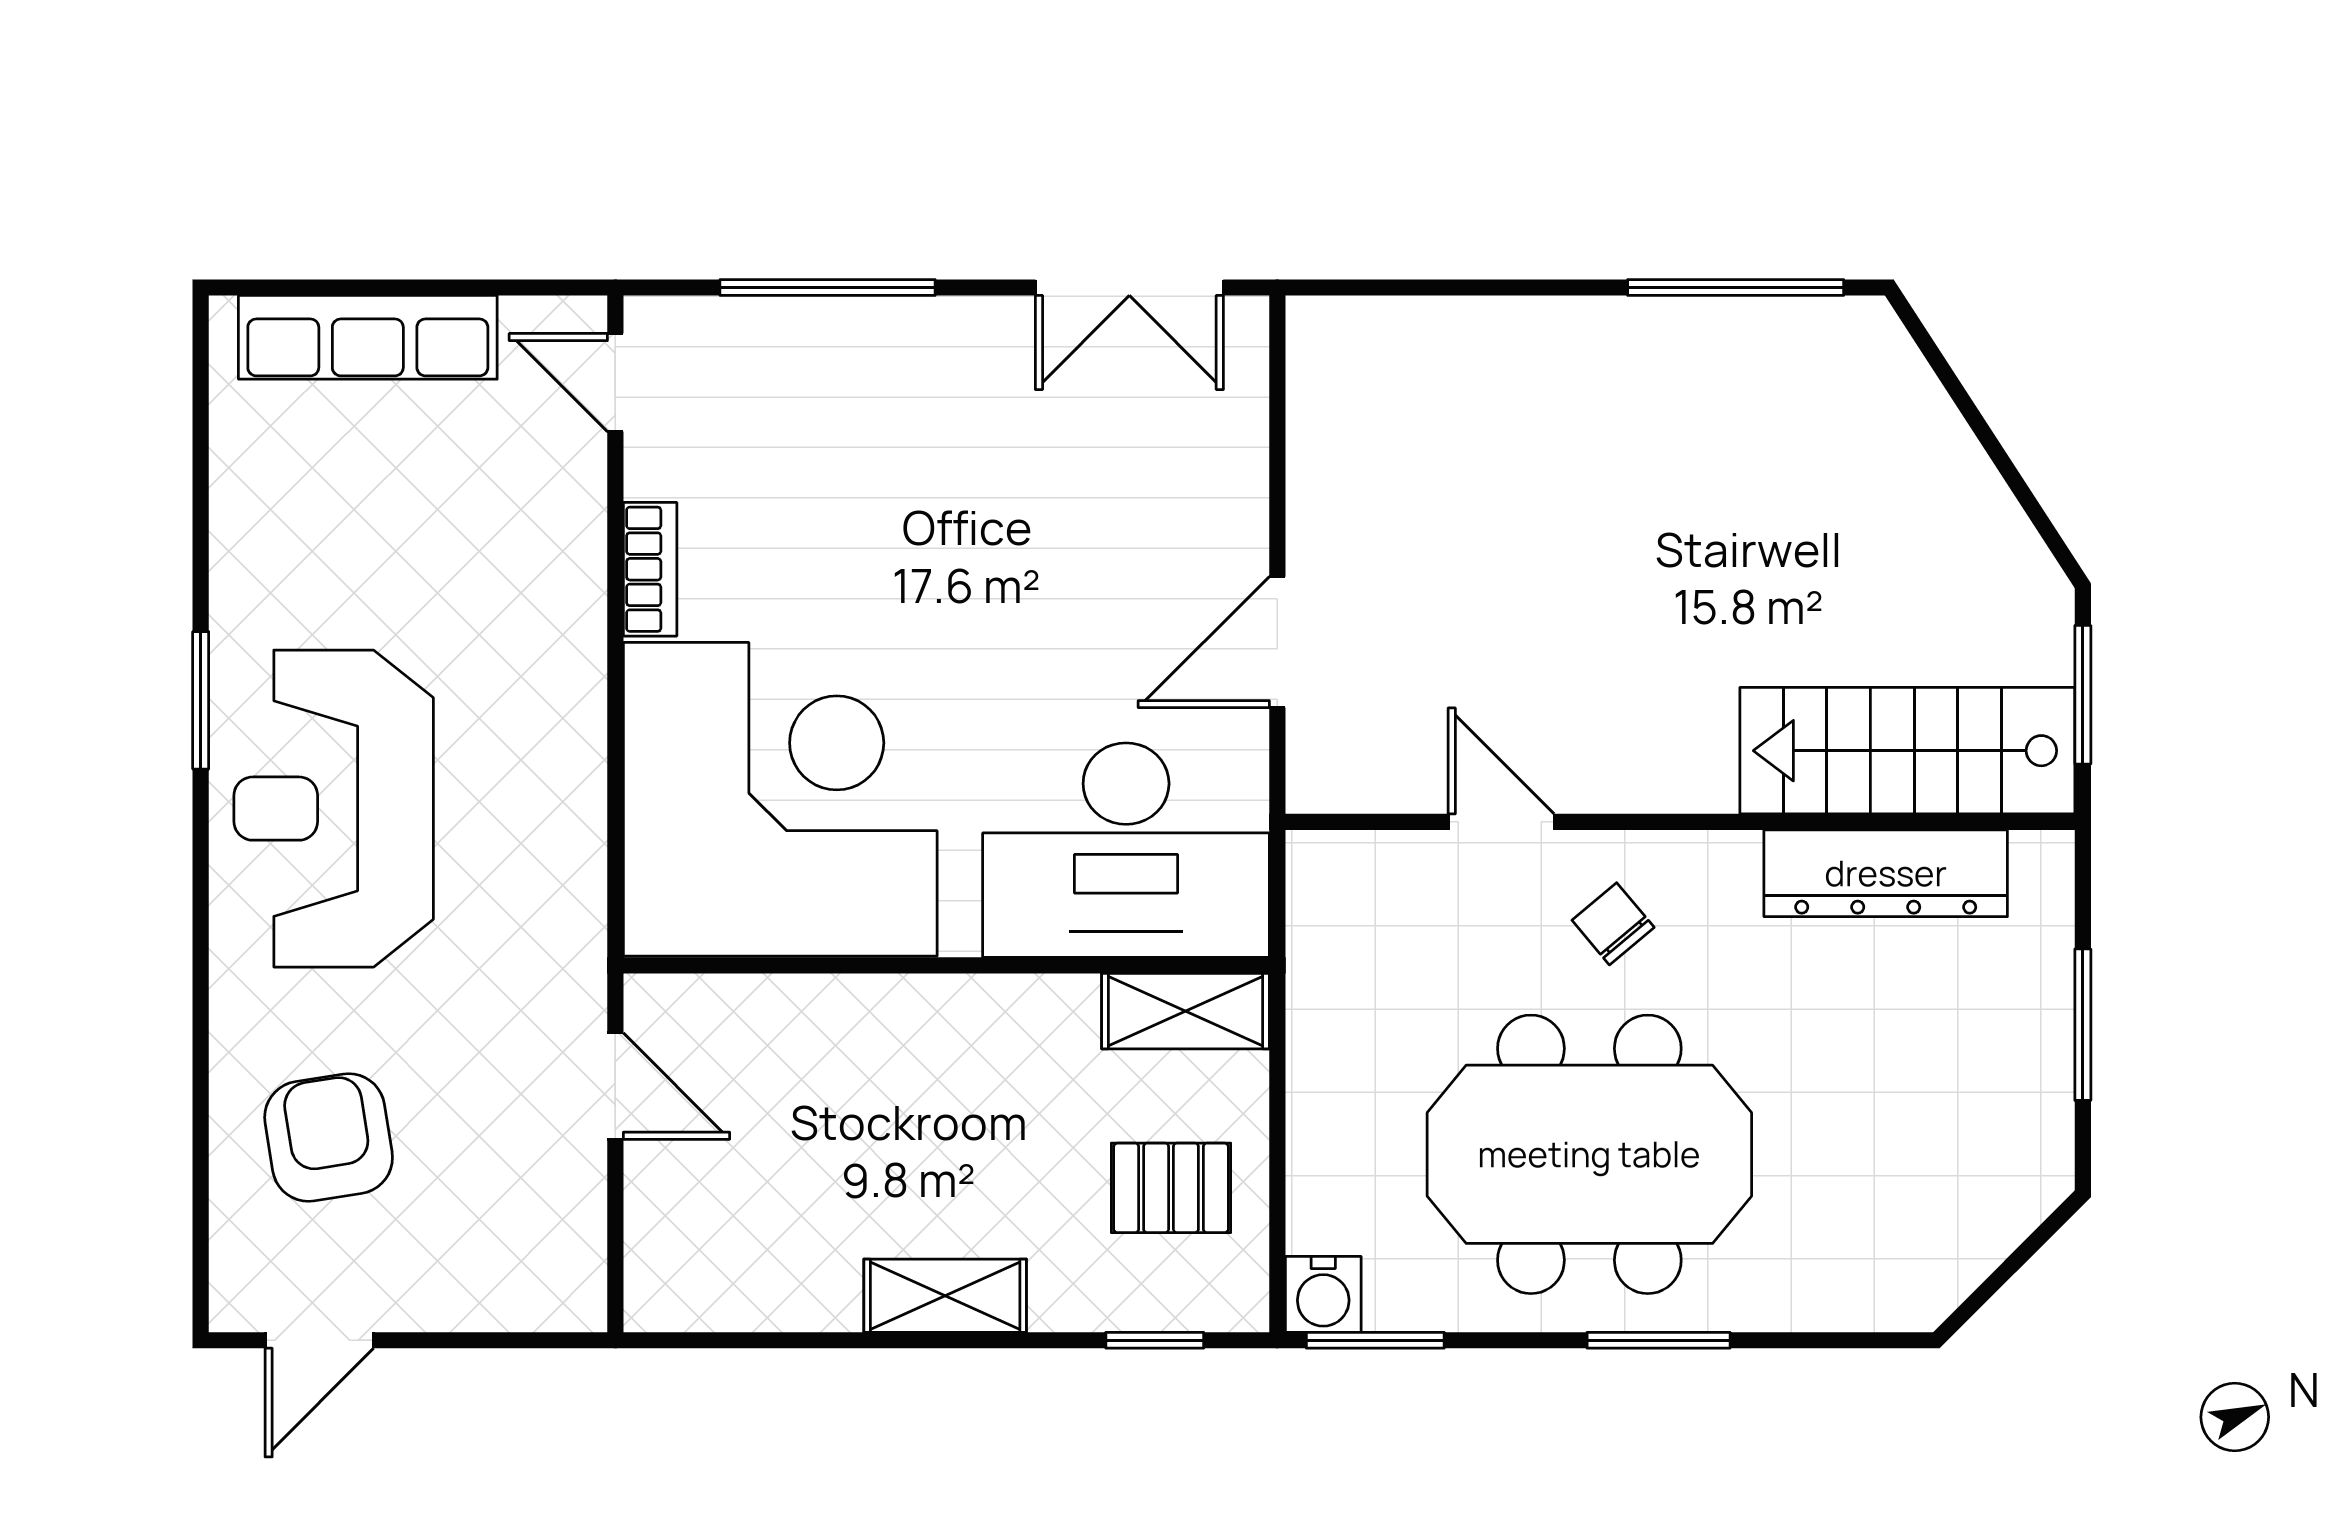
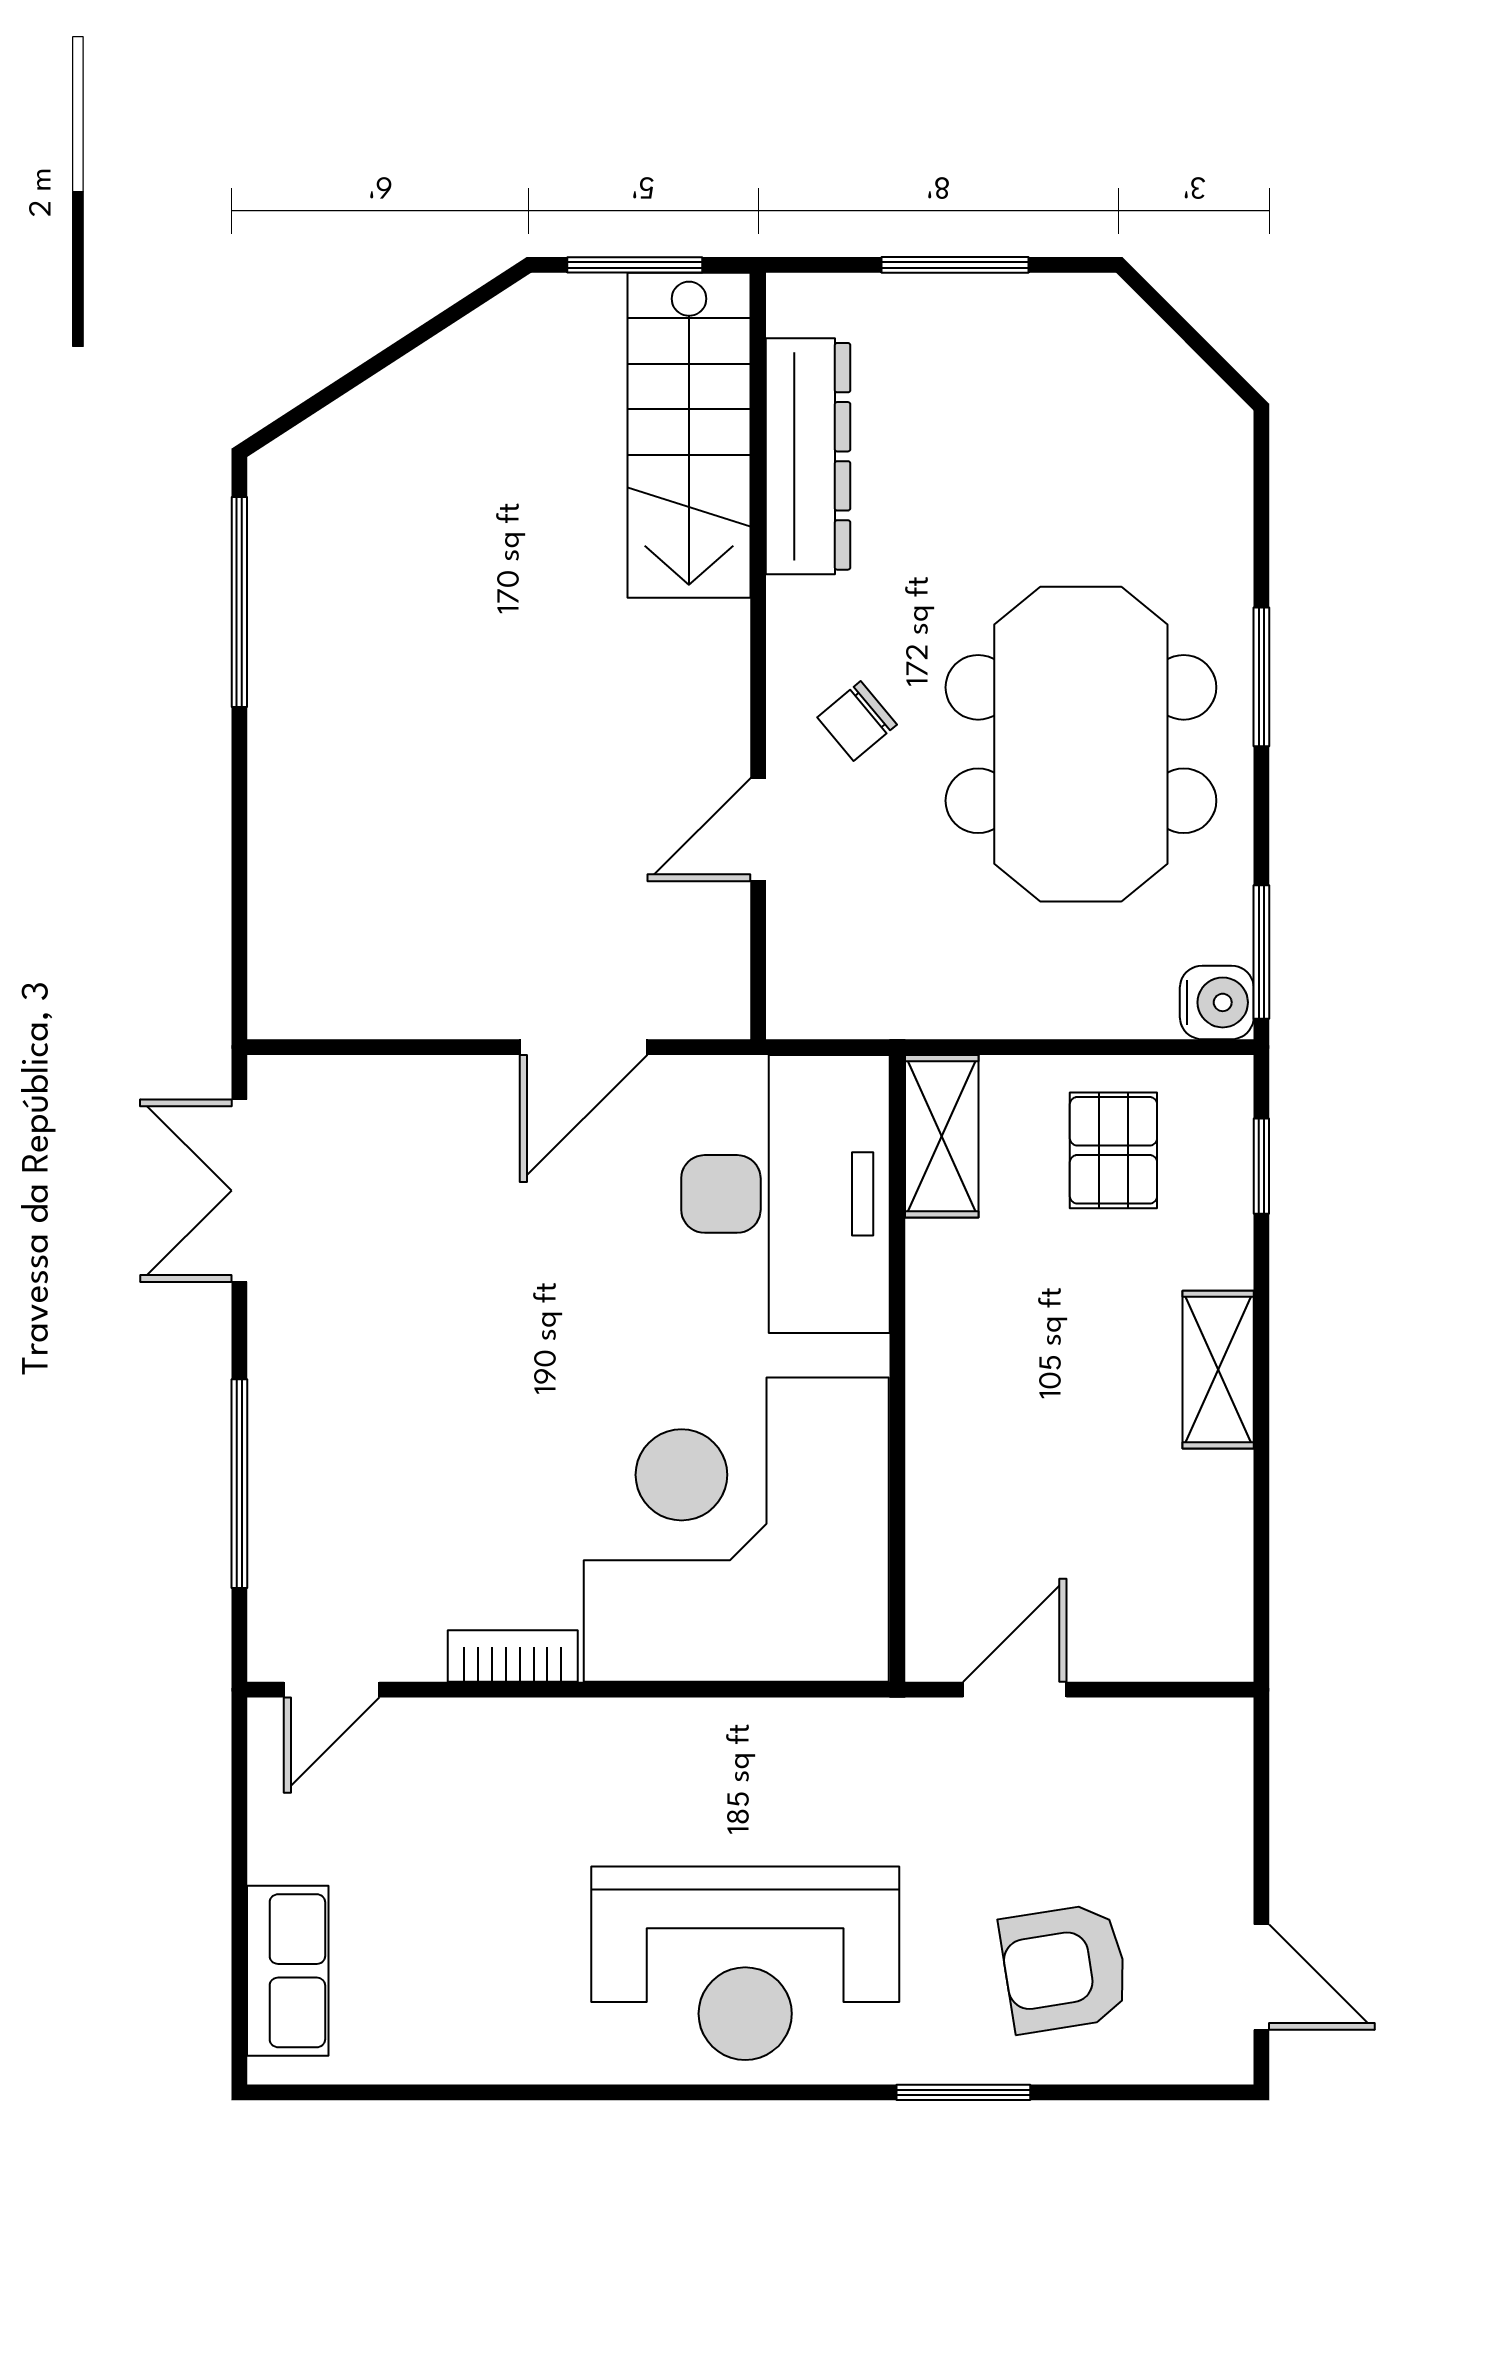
double door: (1129, 288) -> (239, 1191), swing flipped
row of seats: (368, 337) -> (288, 1971), width x0.68
door: (1277, 642) -> (584, 1047), hinge flipped
window: (201, 700) -> (963, 2092), moved

